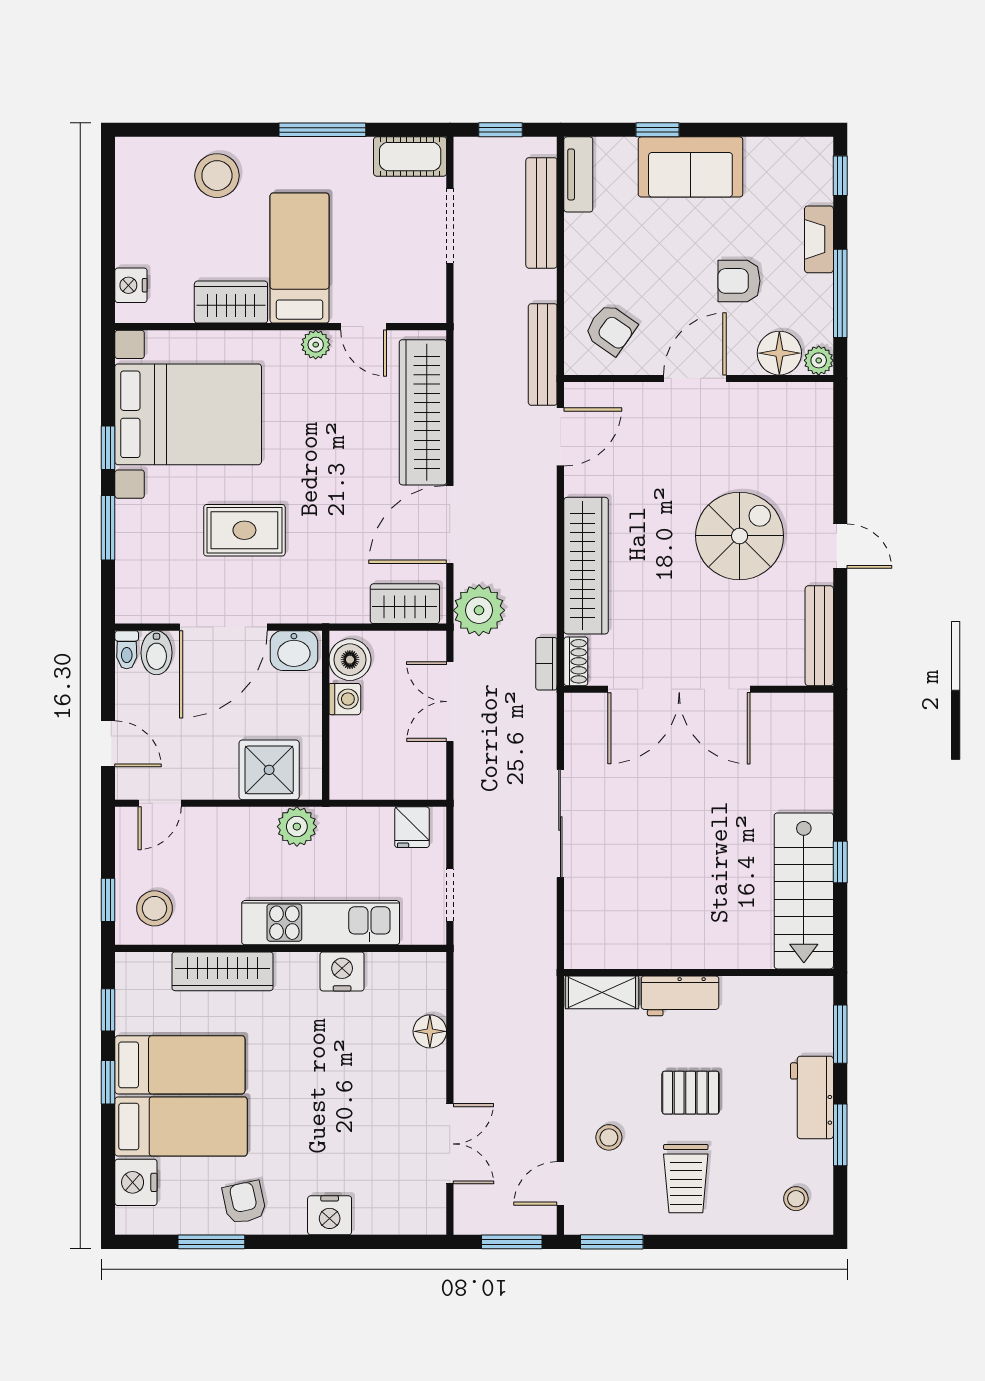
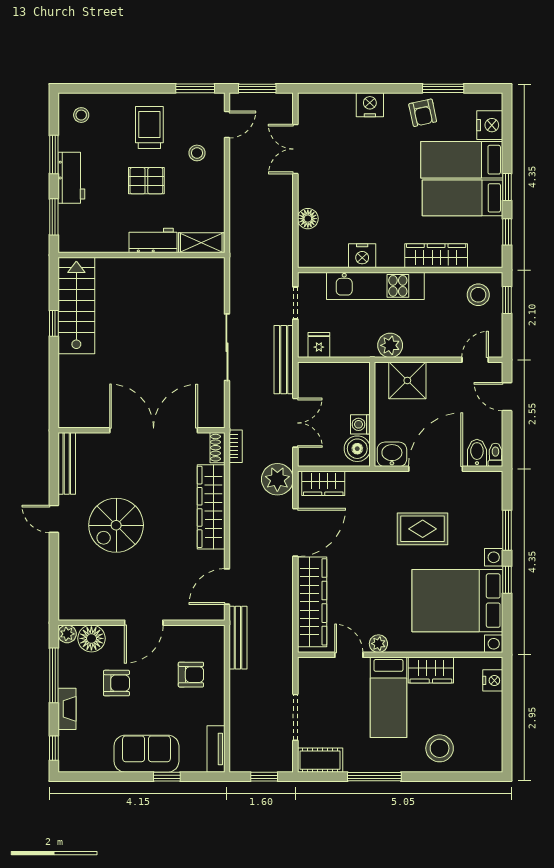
bench: (541, 213) -> (284, 360), moved
armchair: (611, 329) -> (191, 675), moved, turned 145

